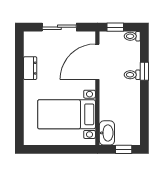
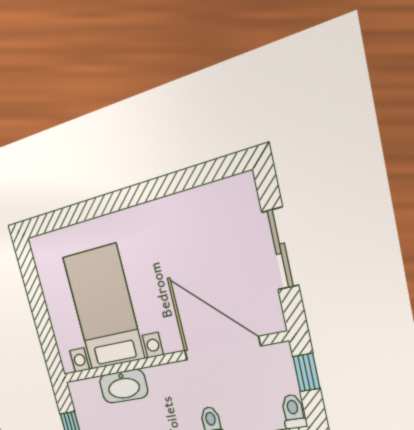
dresser: (30, 68) -> (175, 208), removed
washbasin: (107, 133) -> (124, 386), moved

